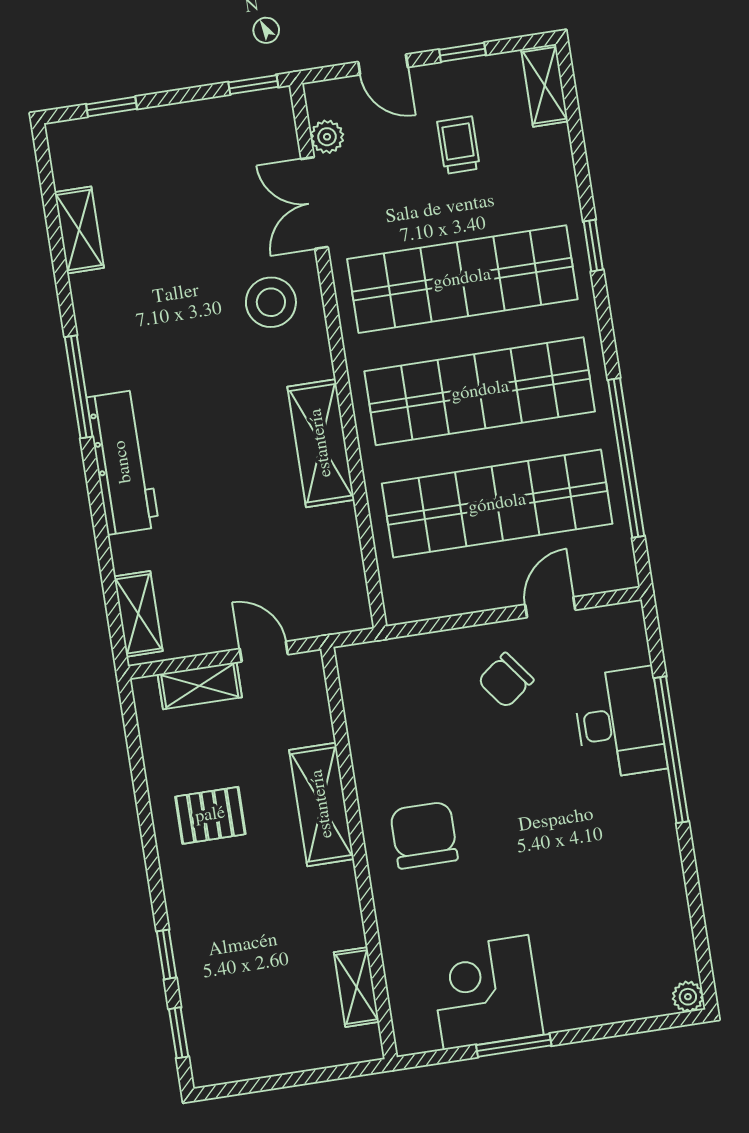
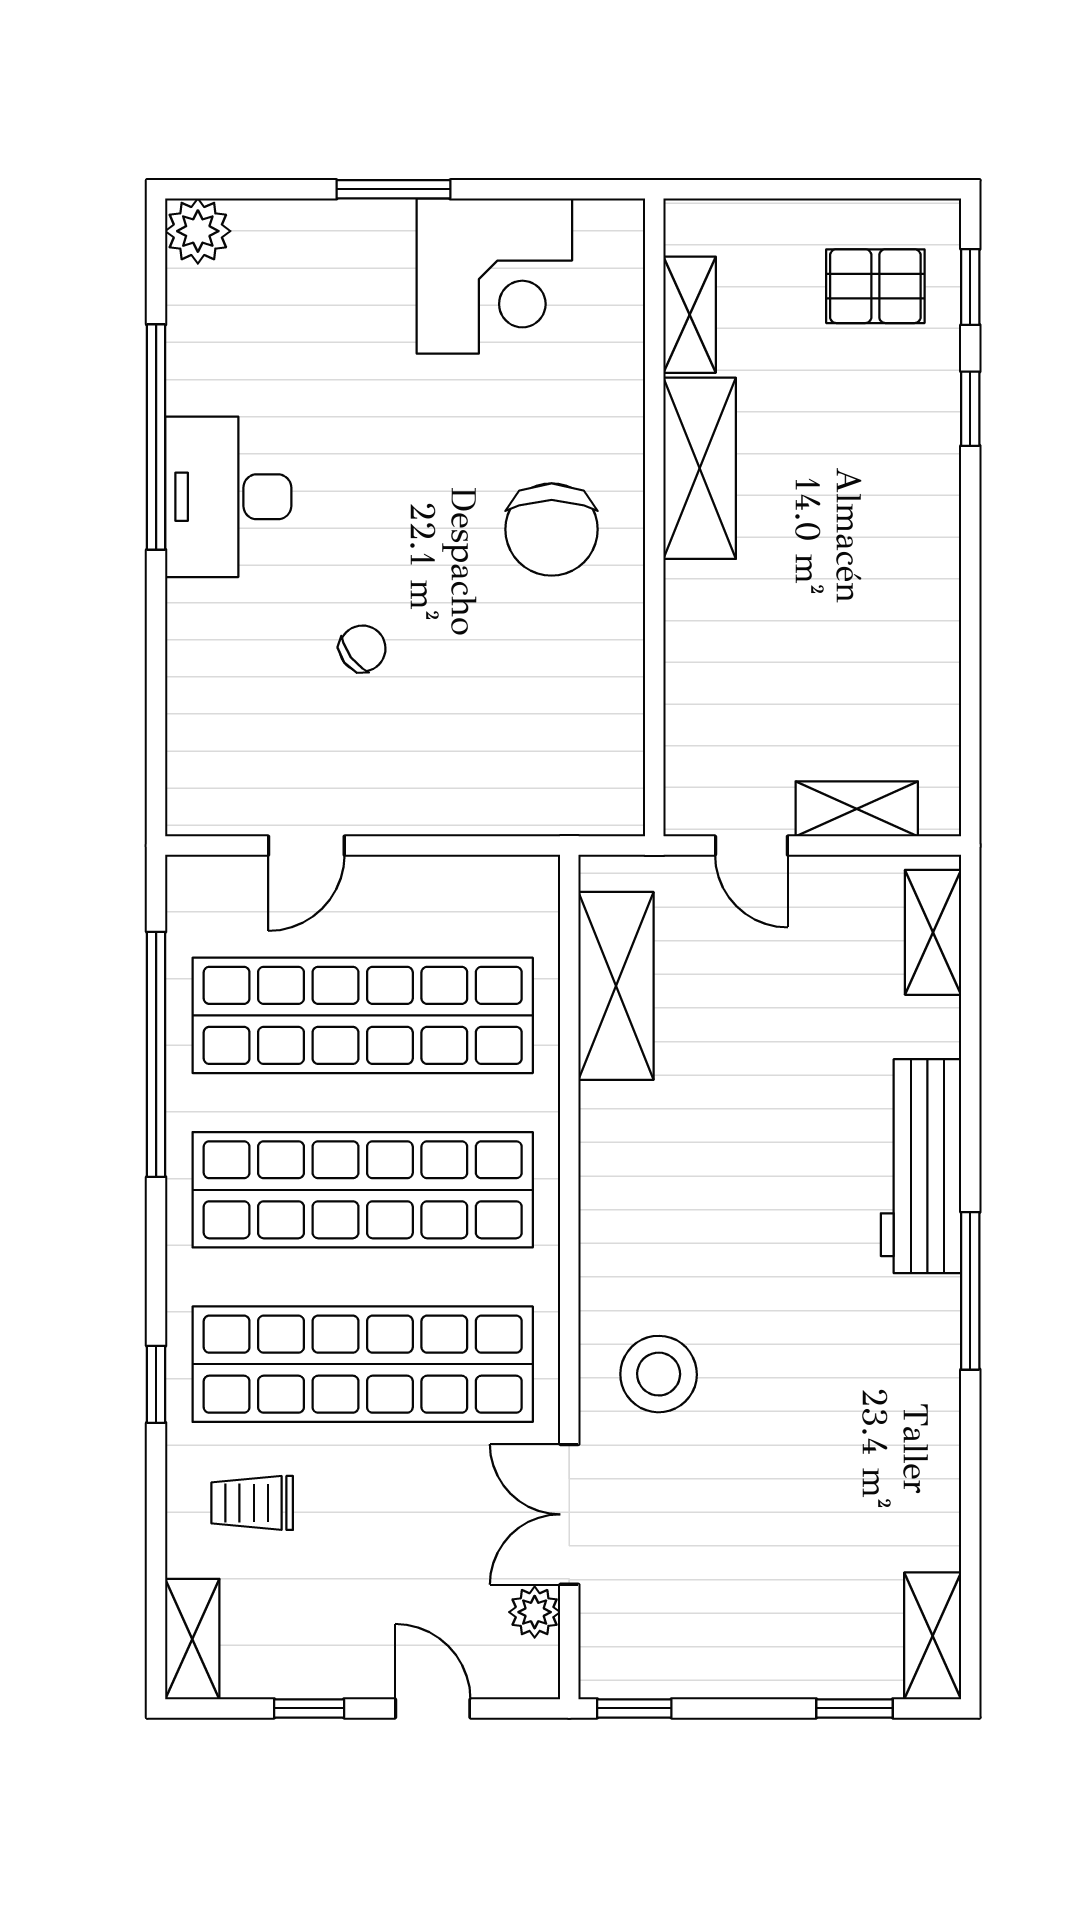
trolley: (459, 145) -> (252, 1503), moved, turned 90
double door: (314, 203) -> (569, 1514), swing flipped
shelving: (79, 230) -> (933, 1636), moved
shelving: (321, 443) -> (616, 986), moved
chair: (506, 680) -> (363, 649), moved, width x0.73, depth x0.73
desk: (620, 723) -> (228, 497), moved
window: (671, 750) -> (156, 437), moved
shelving: (322, 804) -> (700, 468), moved
pallet: (210, 815) -> (875, 286), moved
plant: (688, 997) -> (198, 231), width x1.38, depth x1.38
window: (514, 1045) -> (393, 189), moved

